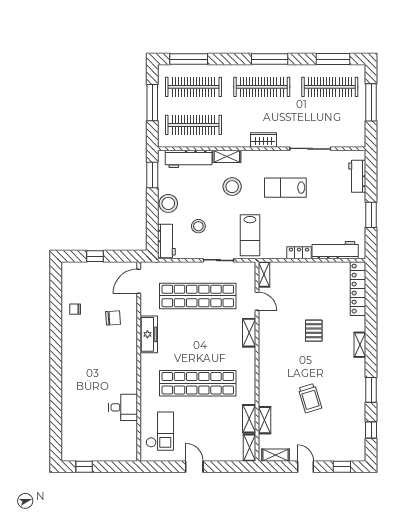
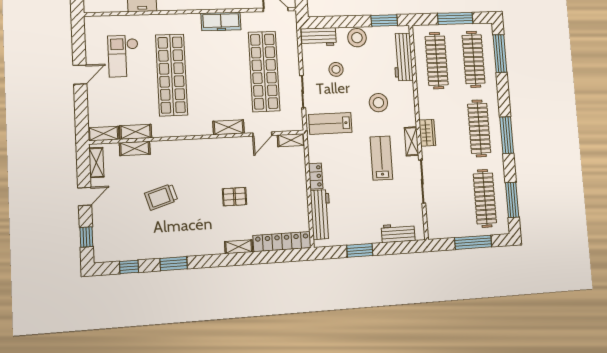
shelving: (227, 156) -> (412, 141), moved
shelving: (360, 345) -> (239, 247), moved
checkout: (160, 431) -> (123, 56), moved, turned 90

